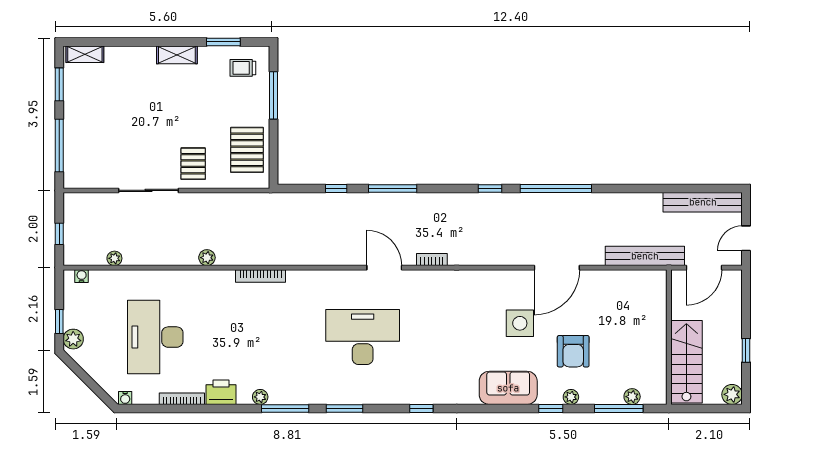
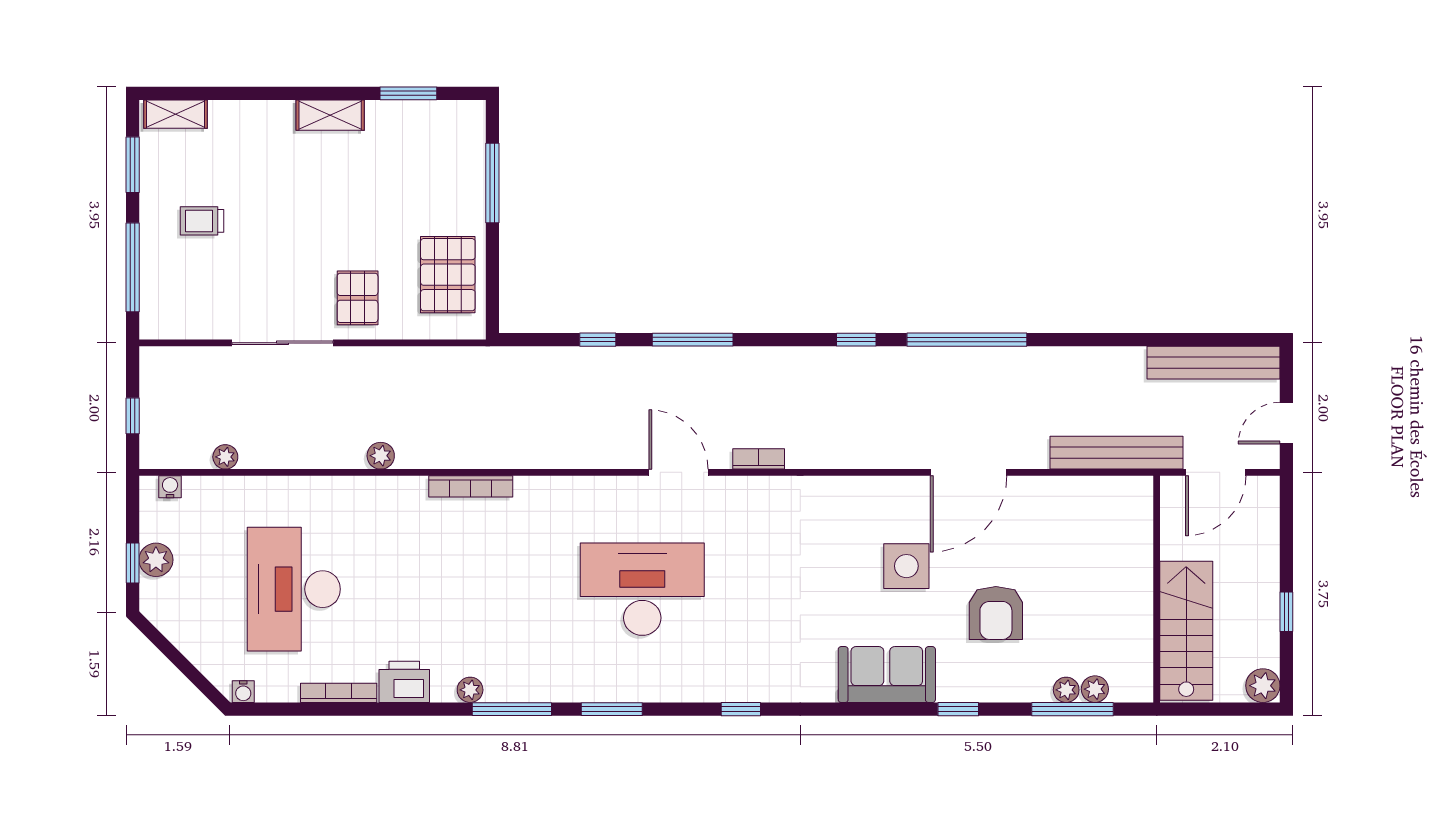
trolley: (243, 68) -> (202, 221), moved
plant: (73, 339) -> (156, 560), moved
plant: (571, 397) -> (1066, 690), moved

